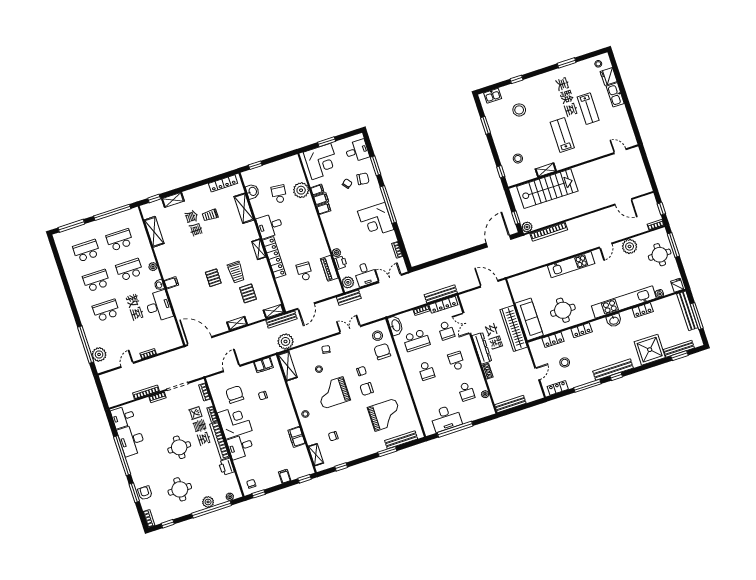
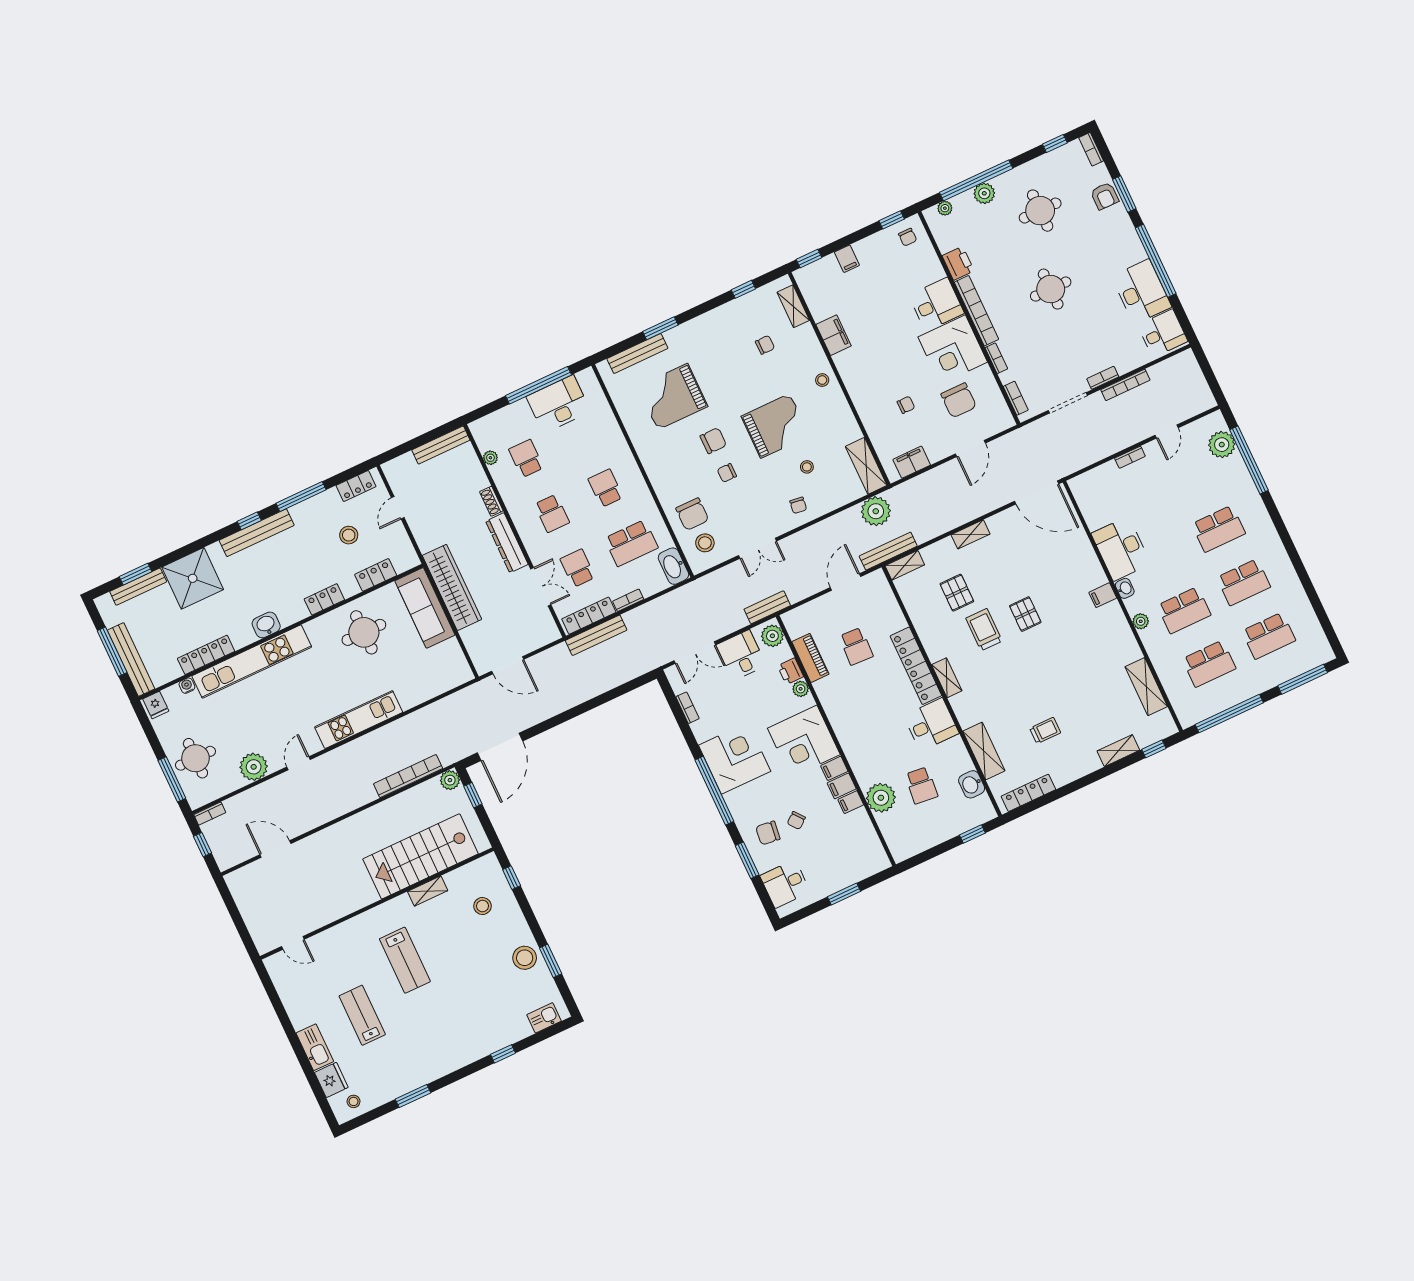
stool: (519, 110) -> (525, 958), moved
corner desk: (321, 161) -> (804, 741), moved, turned -90
locker: (643, 310) -> (206, 655), width x1.53
school desk: (416, 340) -> (631, 543), turned 180

